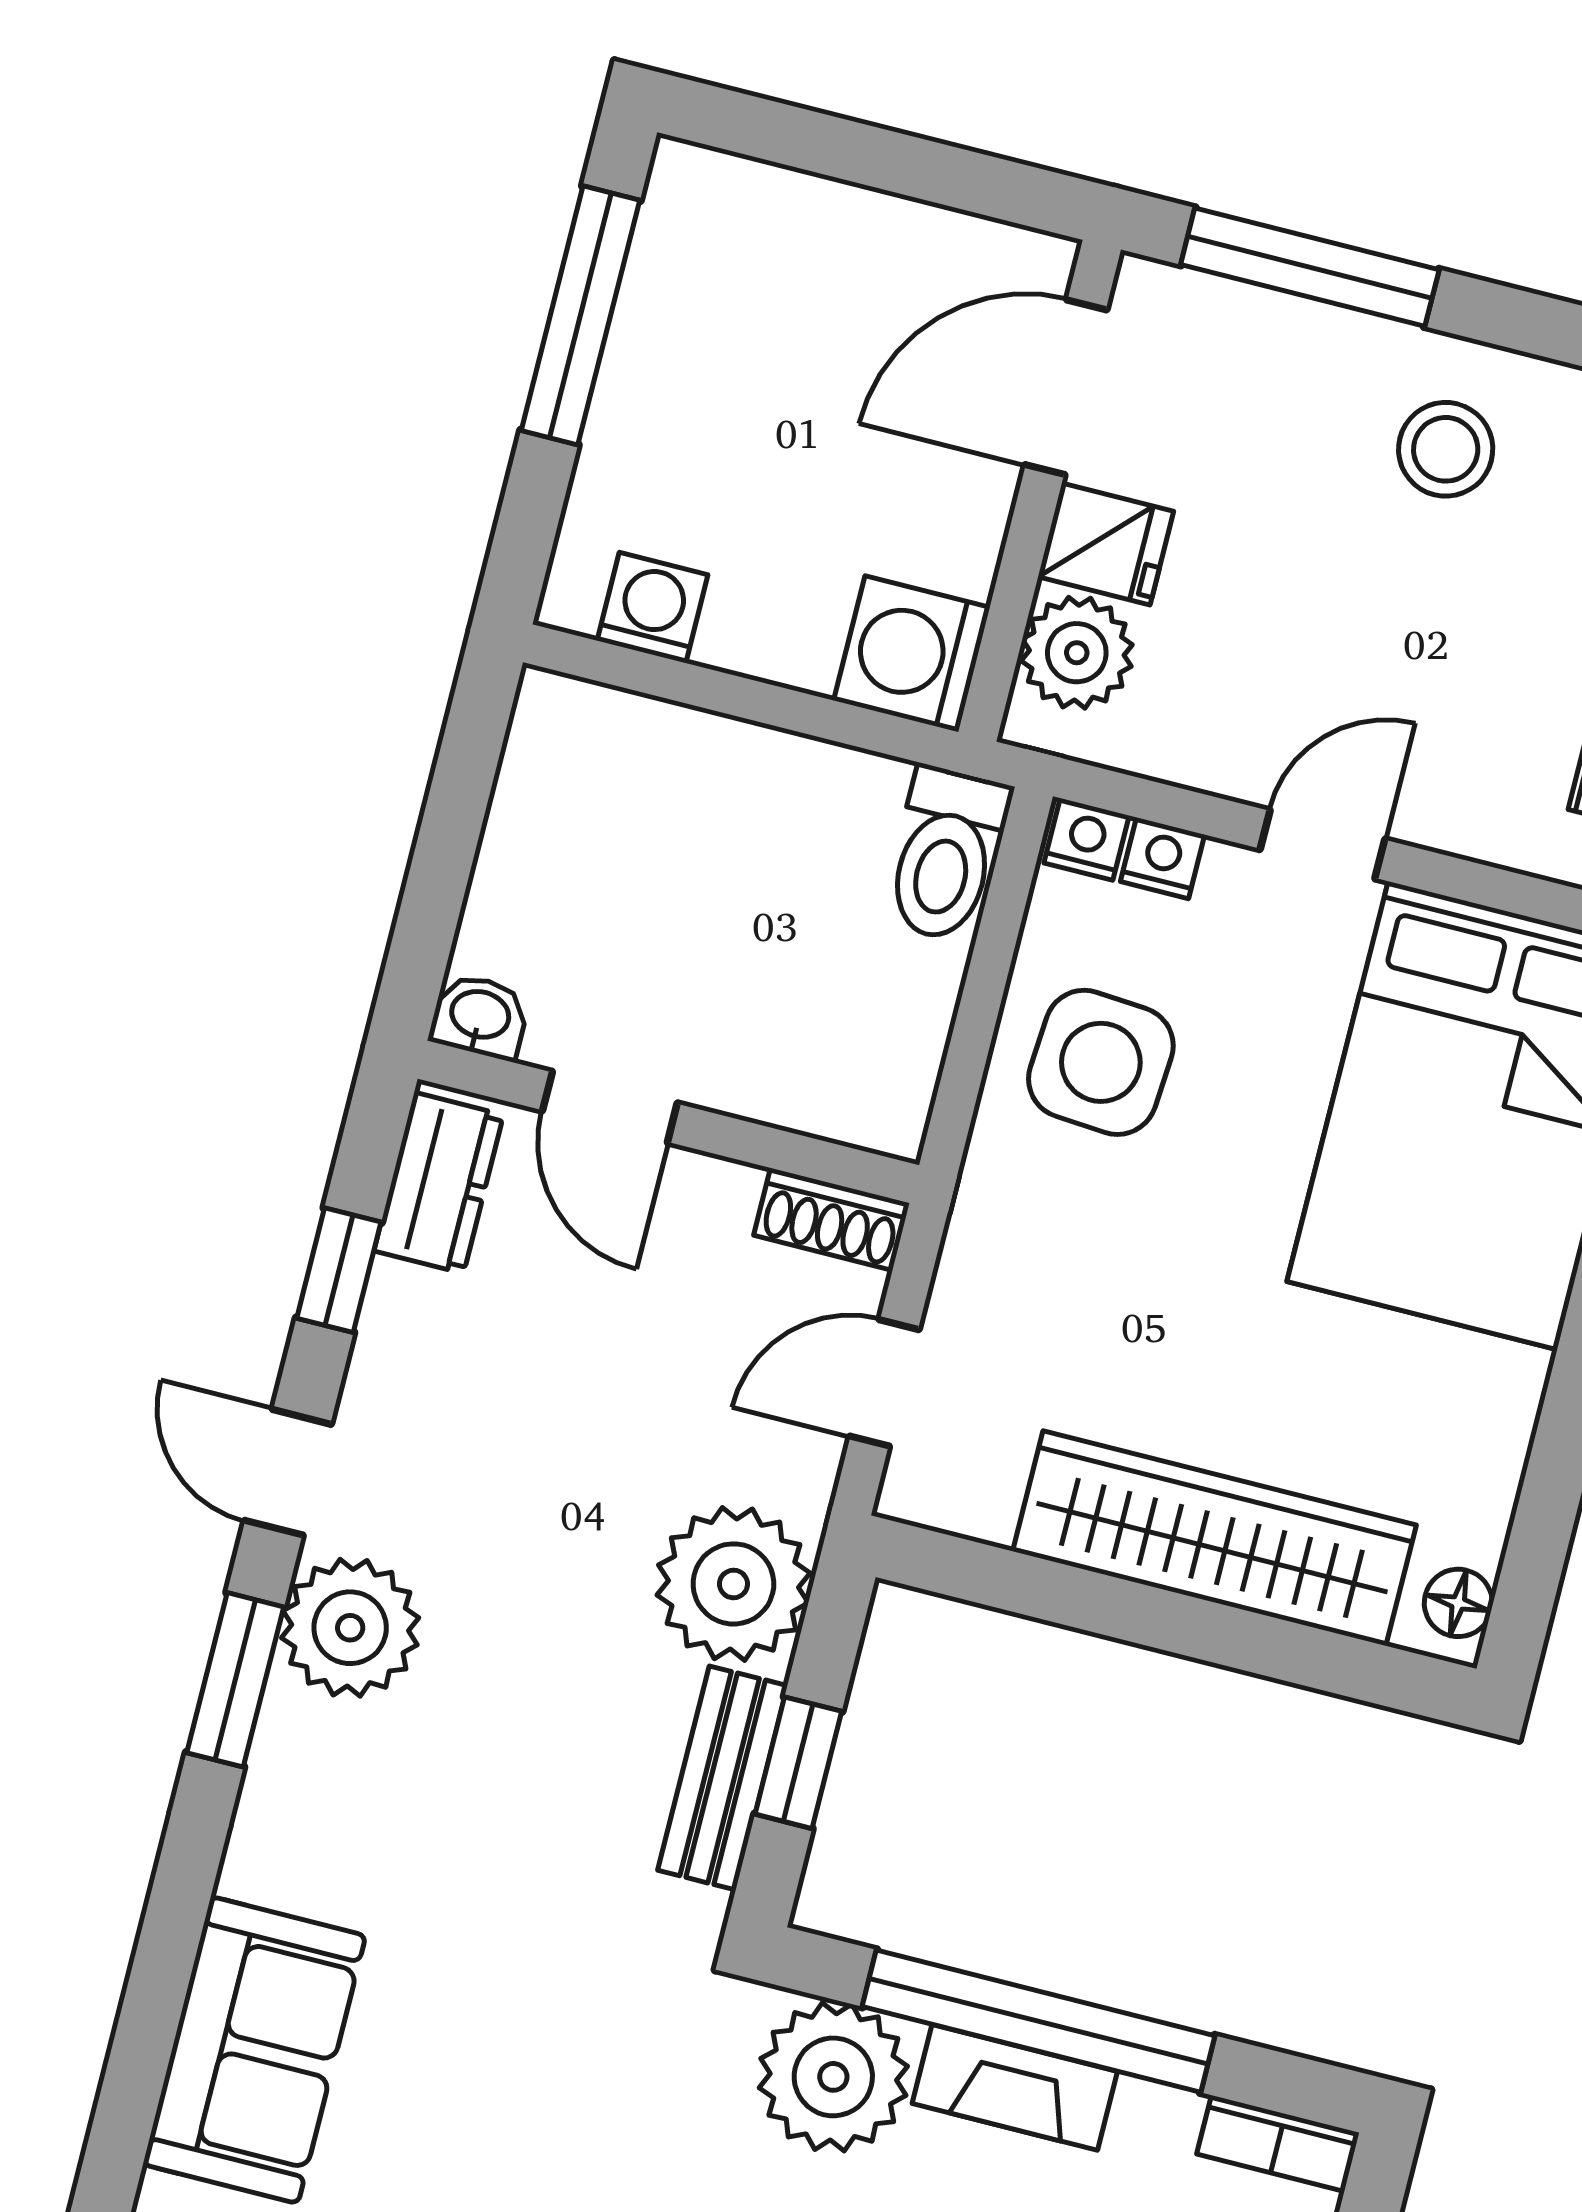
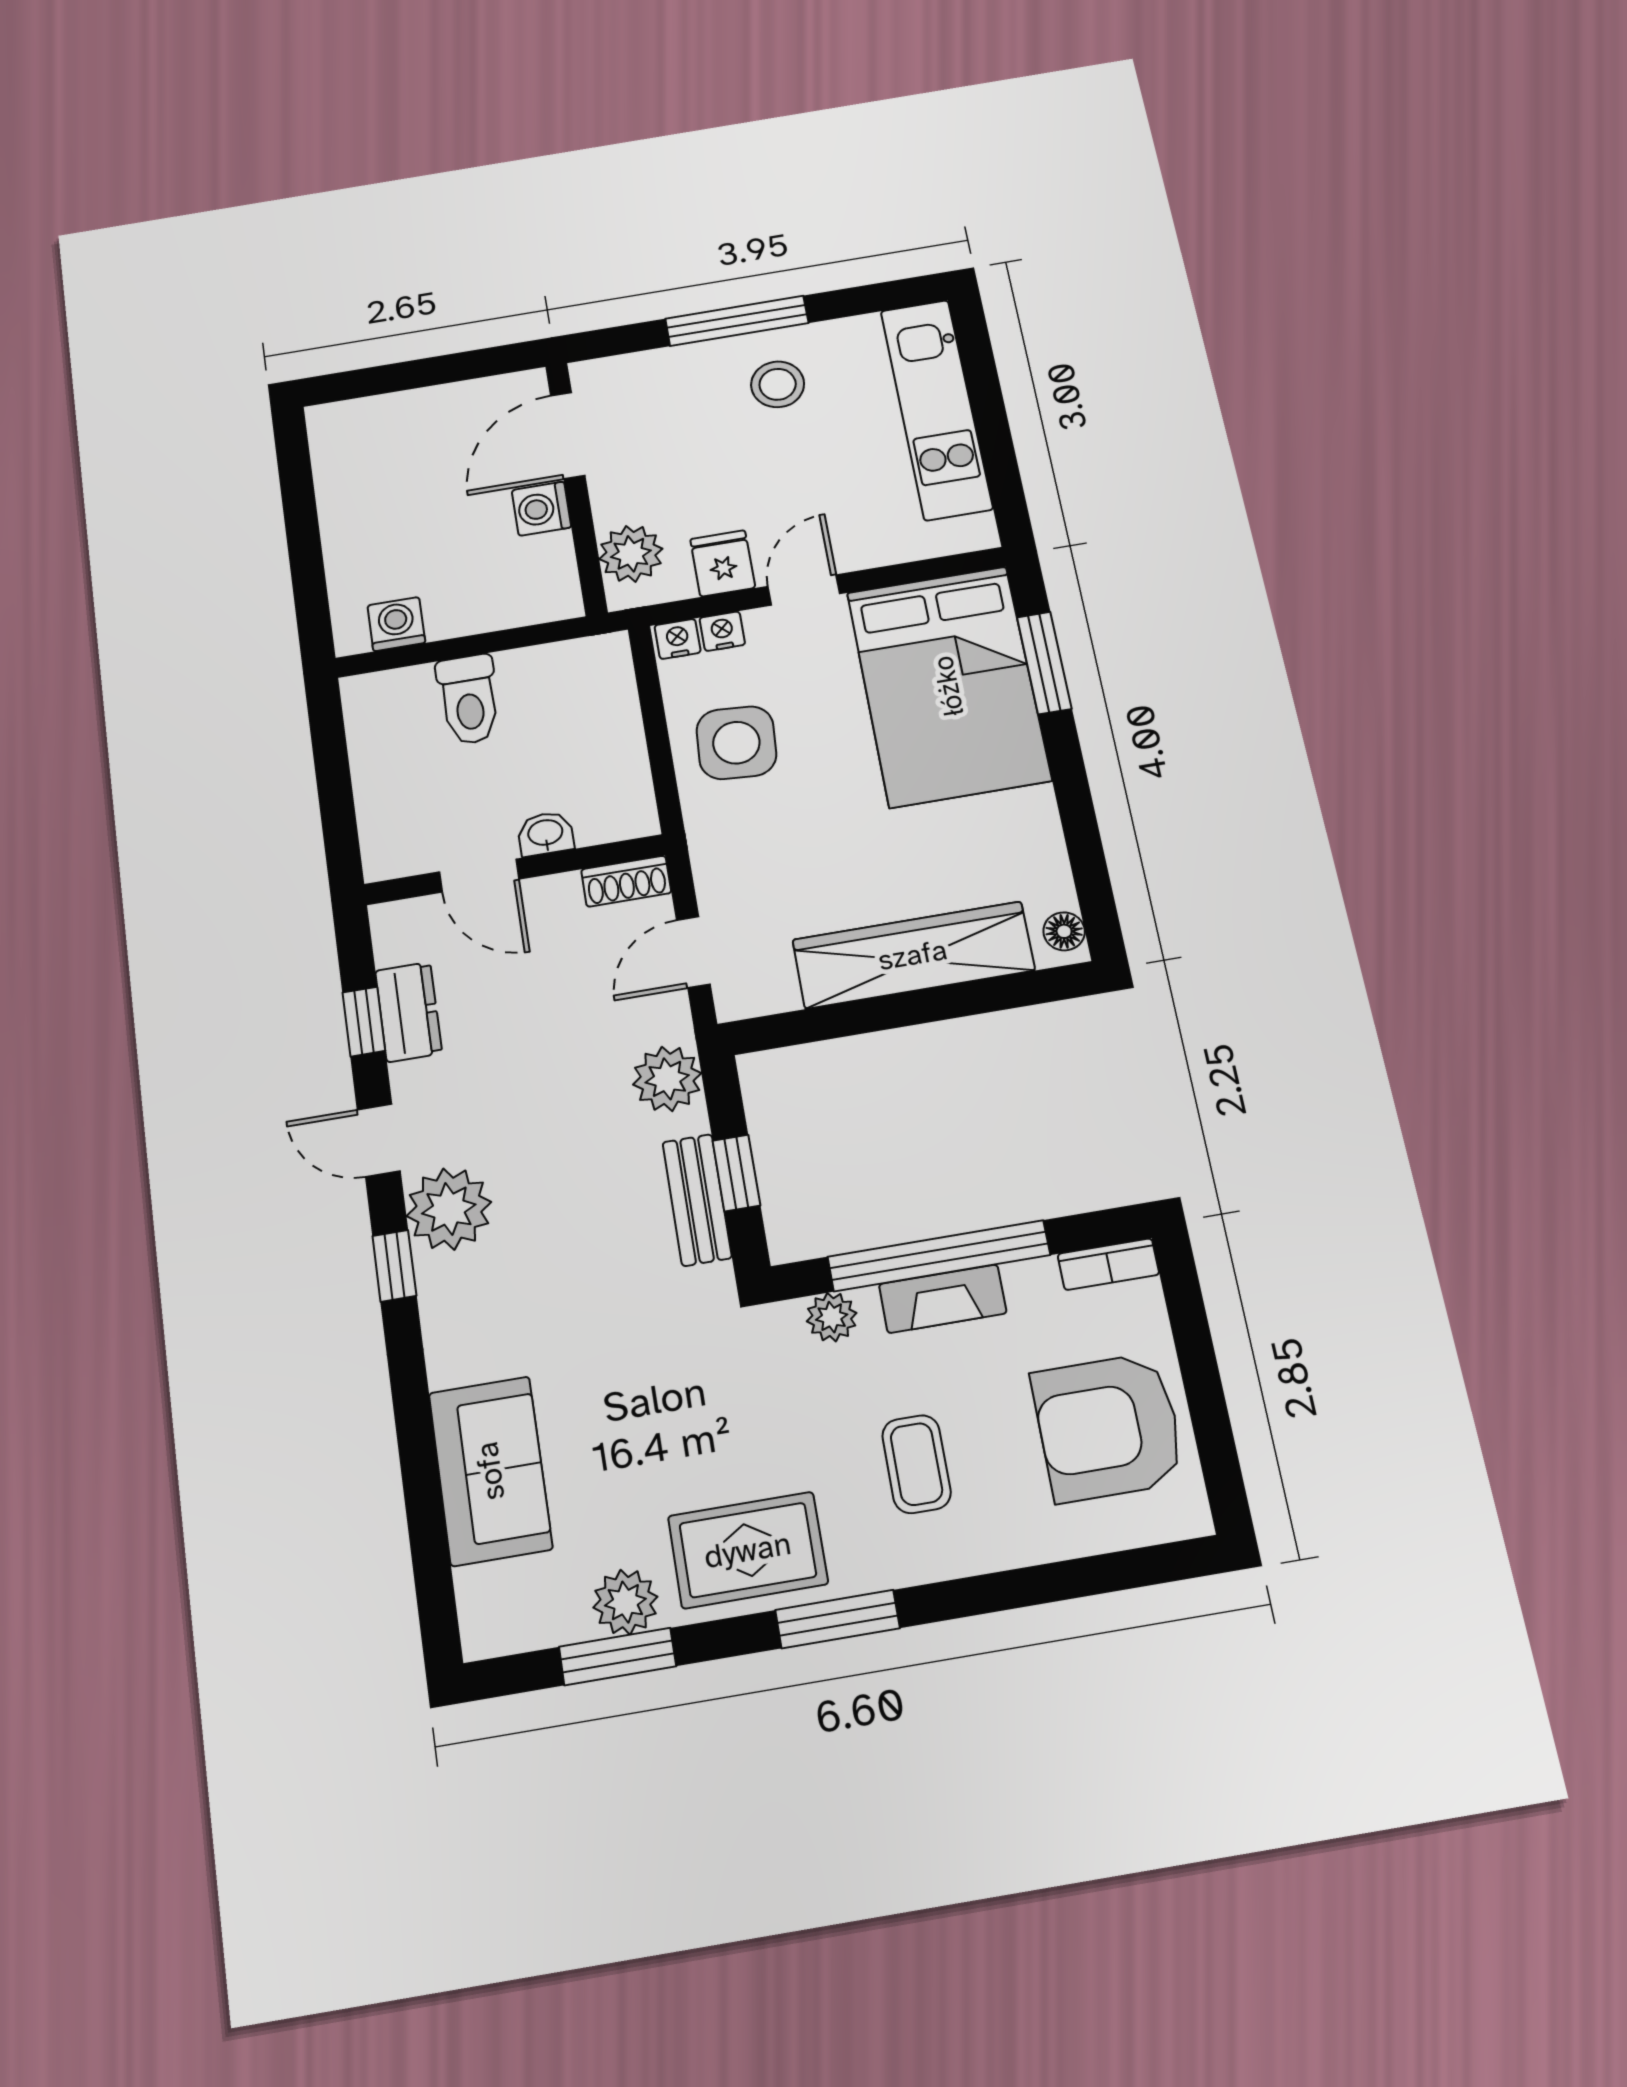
window: (1310, 267) -> (737, 321), moved
window: (580, 315) -> (299, 505), removed
fridge: (1106, 544) -> (723, 563), moved, turned -90
washing machine: (912, 654) -> (541, 509), moved, width x0.73, depth x0.73
toilet: (946, 854) -> (469, 700), moved
washbasin: (480, 1016) -> (545, 834), moved
dresser: (439, 1183) -> (409, 1012), moved
plant: (733, 1584) -> (667, 1079), width x0.73, depth x0.73
window: (235, 1680) -> (394, 1266), width x0.67
plant: (833, 2077) -> (832, 1317), width x0.53, depth x0.53

